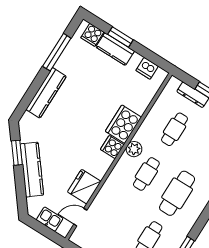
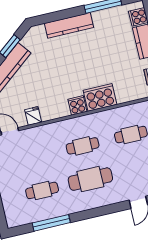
plant: (134, 149) -> (91, 121), removed
fridge: (84, 187) -> (33, 116), width x0.53, depth x0.75

